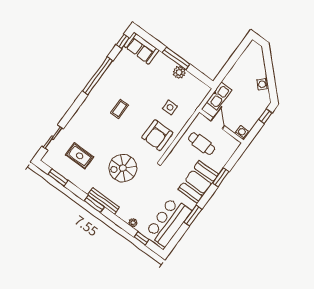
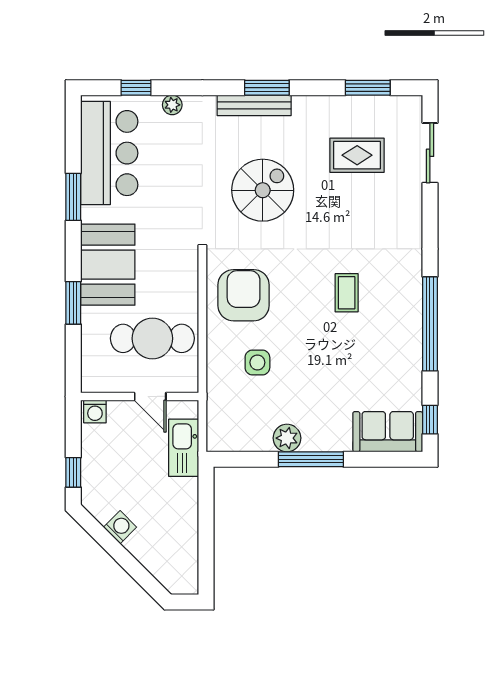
cafe table: (202, 144) -> (152, 338), width x1.37, depth x1.35

